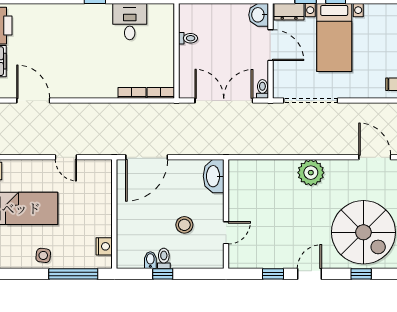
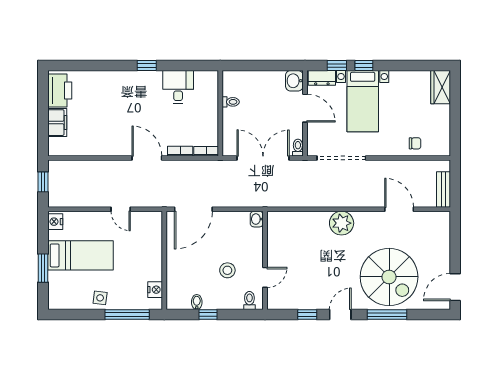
door: (33, 100) -> (147, 158), moved
washbasin: (214, 176) -> (257, 219), width x0.52, depth x0.69
toilet: (164, 258) -> (249, 300), moved
window: (361, 274) -> (387, 314), width x2.17

